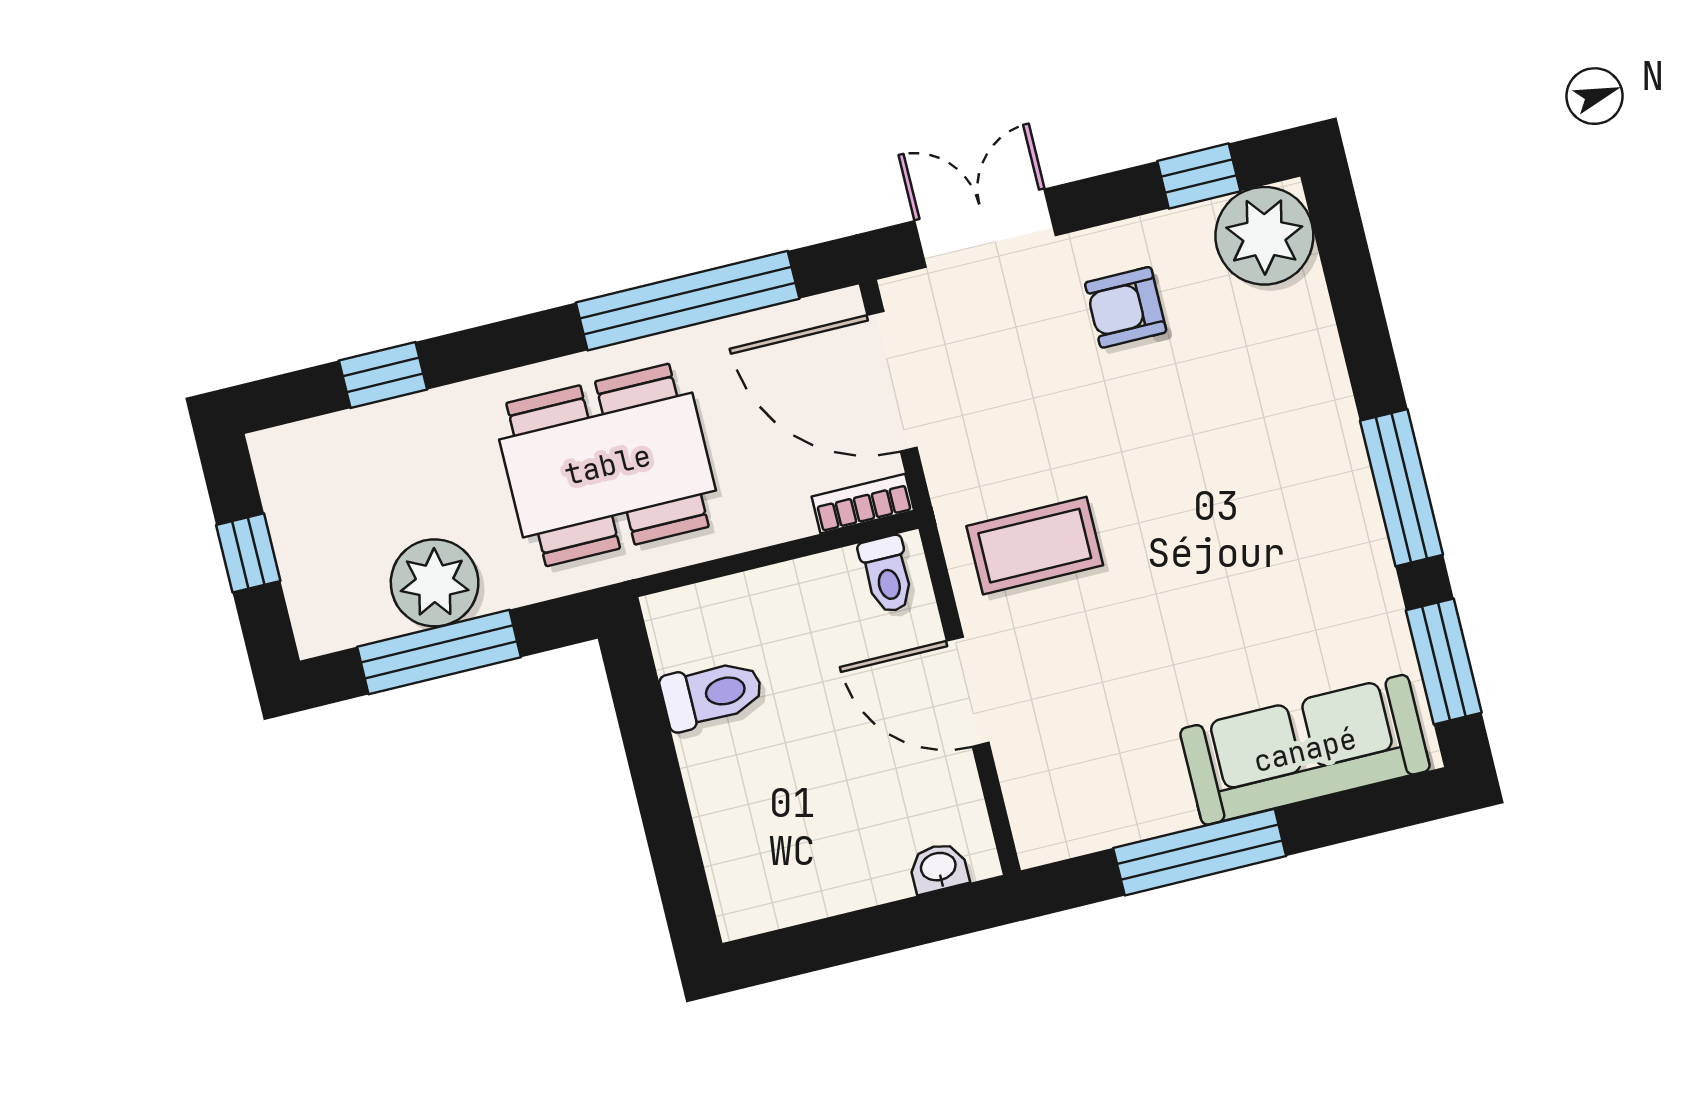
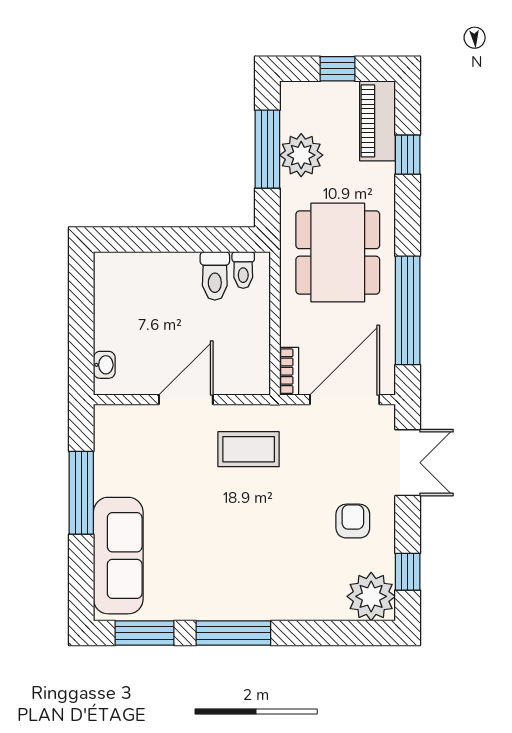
piano: (331, 450) -> (378, 121), added
coffee table: (1035, 546) -> (249, 449), turned 90
toilet: (887, 574) -> (243, 270), moved, turned -90

